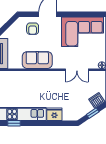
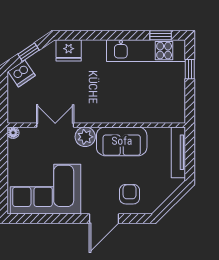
plant: (59, 63) -> (85, 137), added
fridge: (54, 114) -> (69, 50), moved

